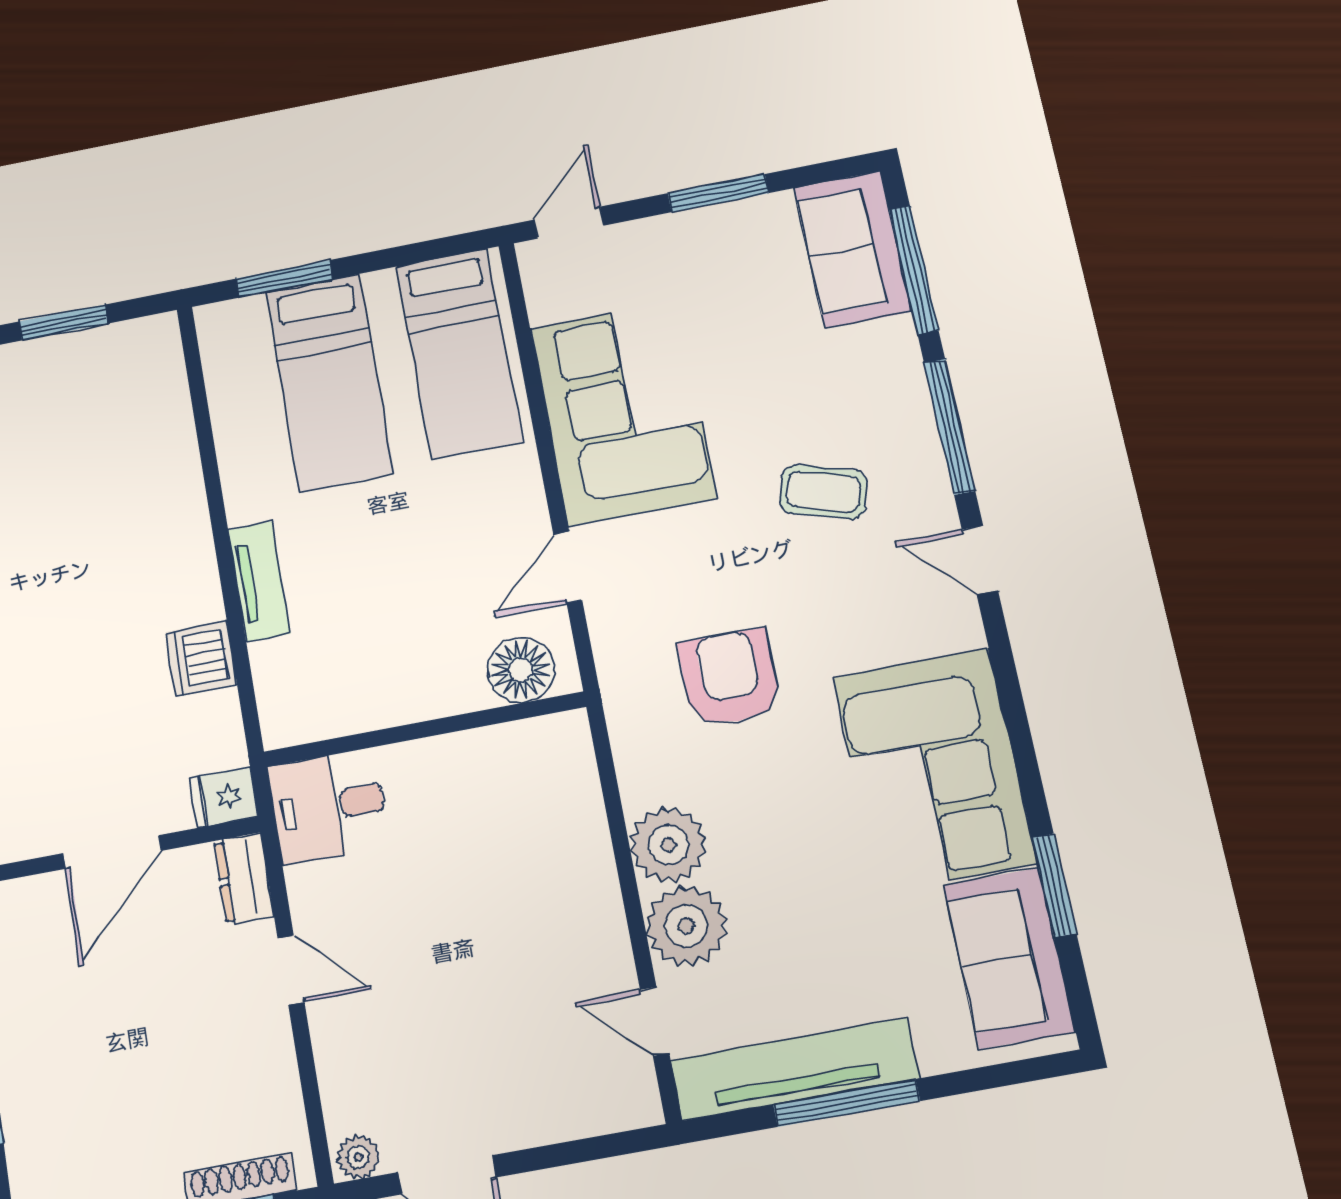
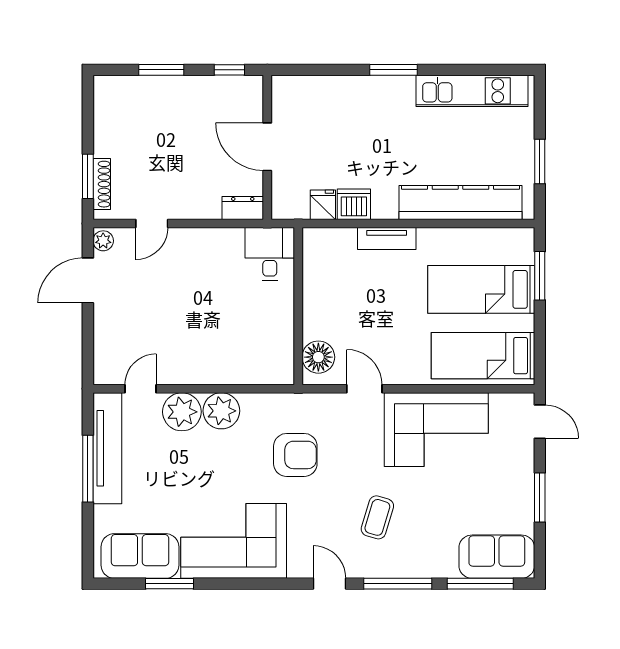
kitchen counter: (165, 454) -> (460, 202), added
door: (980, 560) -> (329, 584), hinge flipped
fridge: (224, 797) -> (323, 205), moved
door: (291, 970) -> (152, 223), moved

